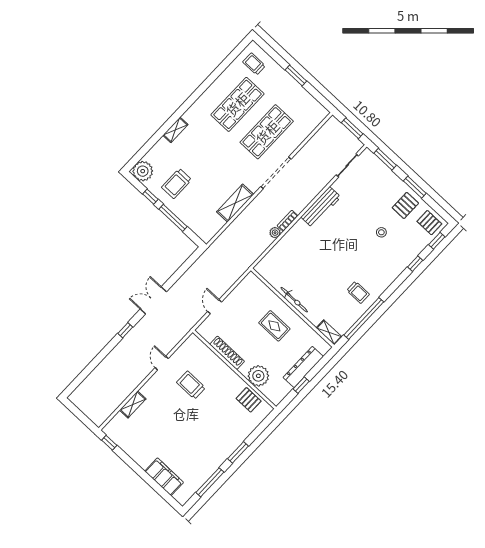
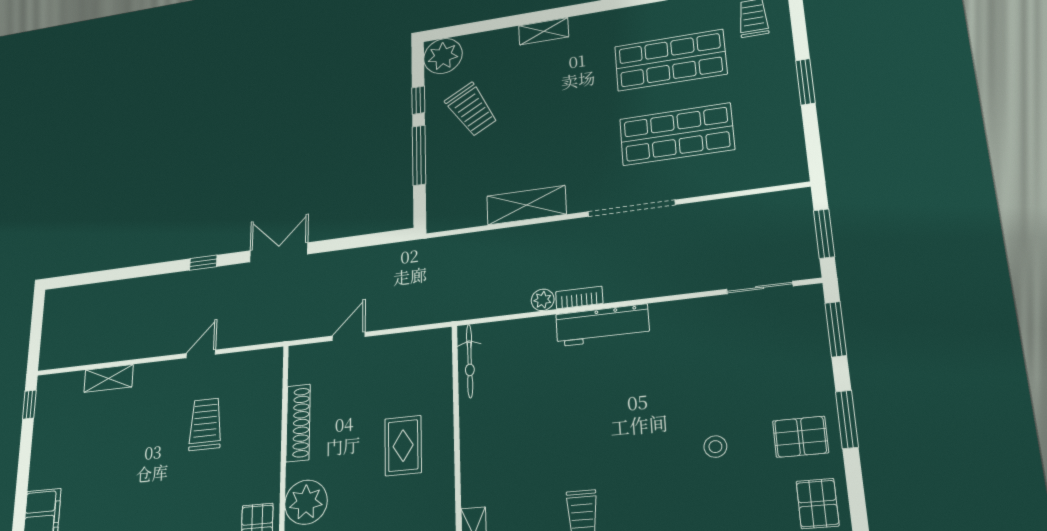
trolley: (177, 184) -> (471, 110), turned -120
workbench: (321, 207) -> (602, 325), moved
bicycle: (294, 300) -> (470, 361), moved

